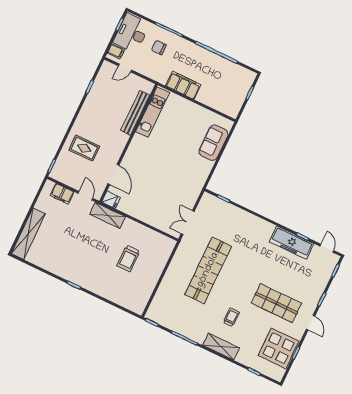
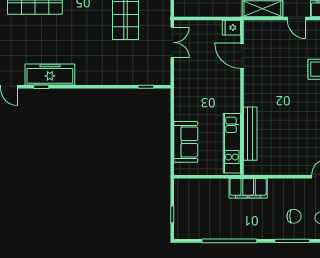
kitchen unit: (153, 112) -> (232, 143), moved
bench: (135, 113) -> (250, 134), moved
wall: (128, 143) -> (242, 98), moved
door: (113, 174) -> (242, 56), moved
fridge: (111, 200) -> (231, 28), moved

